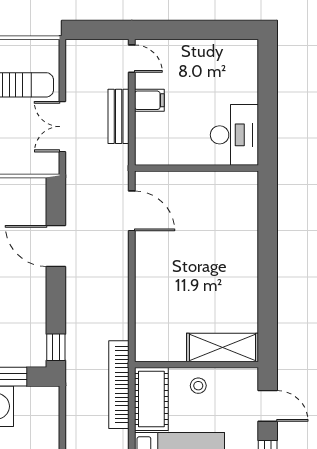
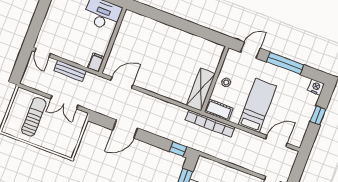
door: (132, 59) -> (43, 53), swing flipped
filing cabinet: (149, 100) -> (96, 62), moved
shelving: (222, 348) -> (201, 89), moved
cot: (151, 399) -> (219, 110), width x0.73, depth x0.75

